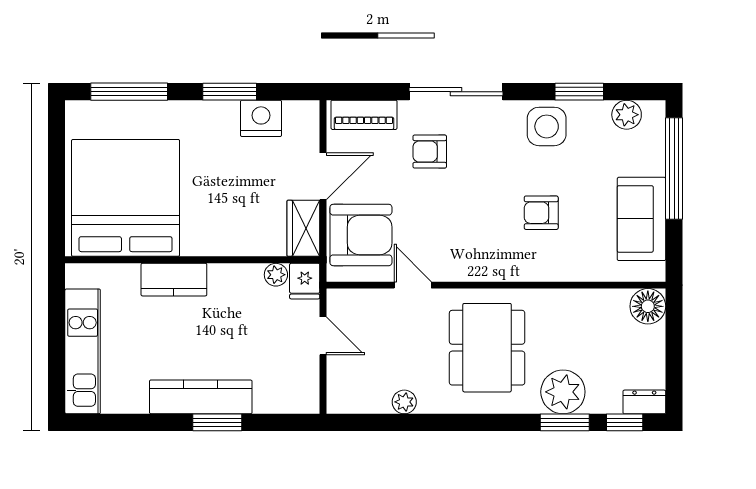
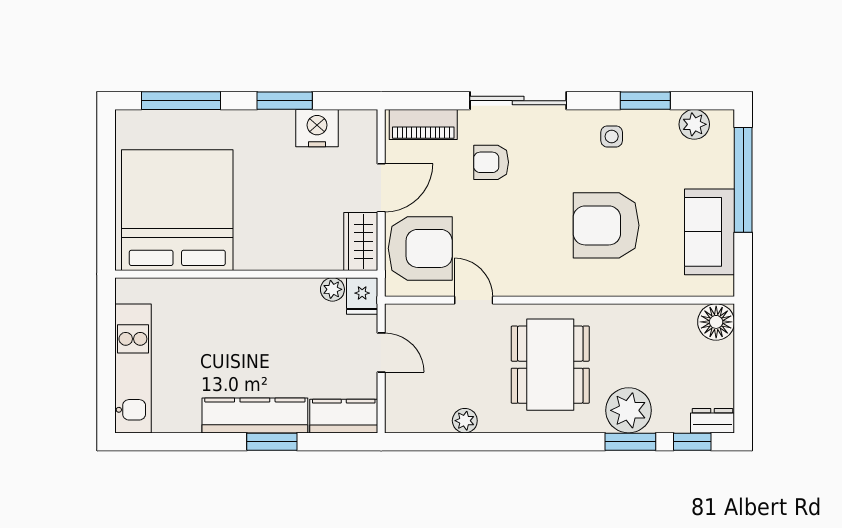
side table: (547, 126) -> (612, 136), width x0.54, depth x0.54
armchair: (541, 213) -> (606, 225), width x1.88, depth x1.88
kitchen counter: (174, 280) -> (344, 416), moved, turned 180

